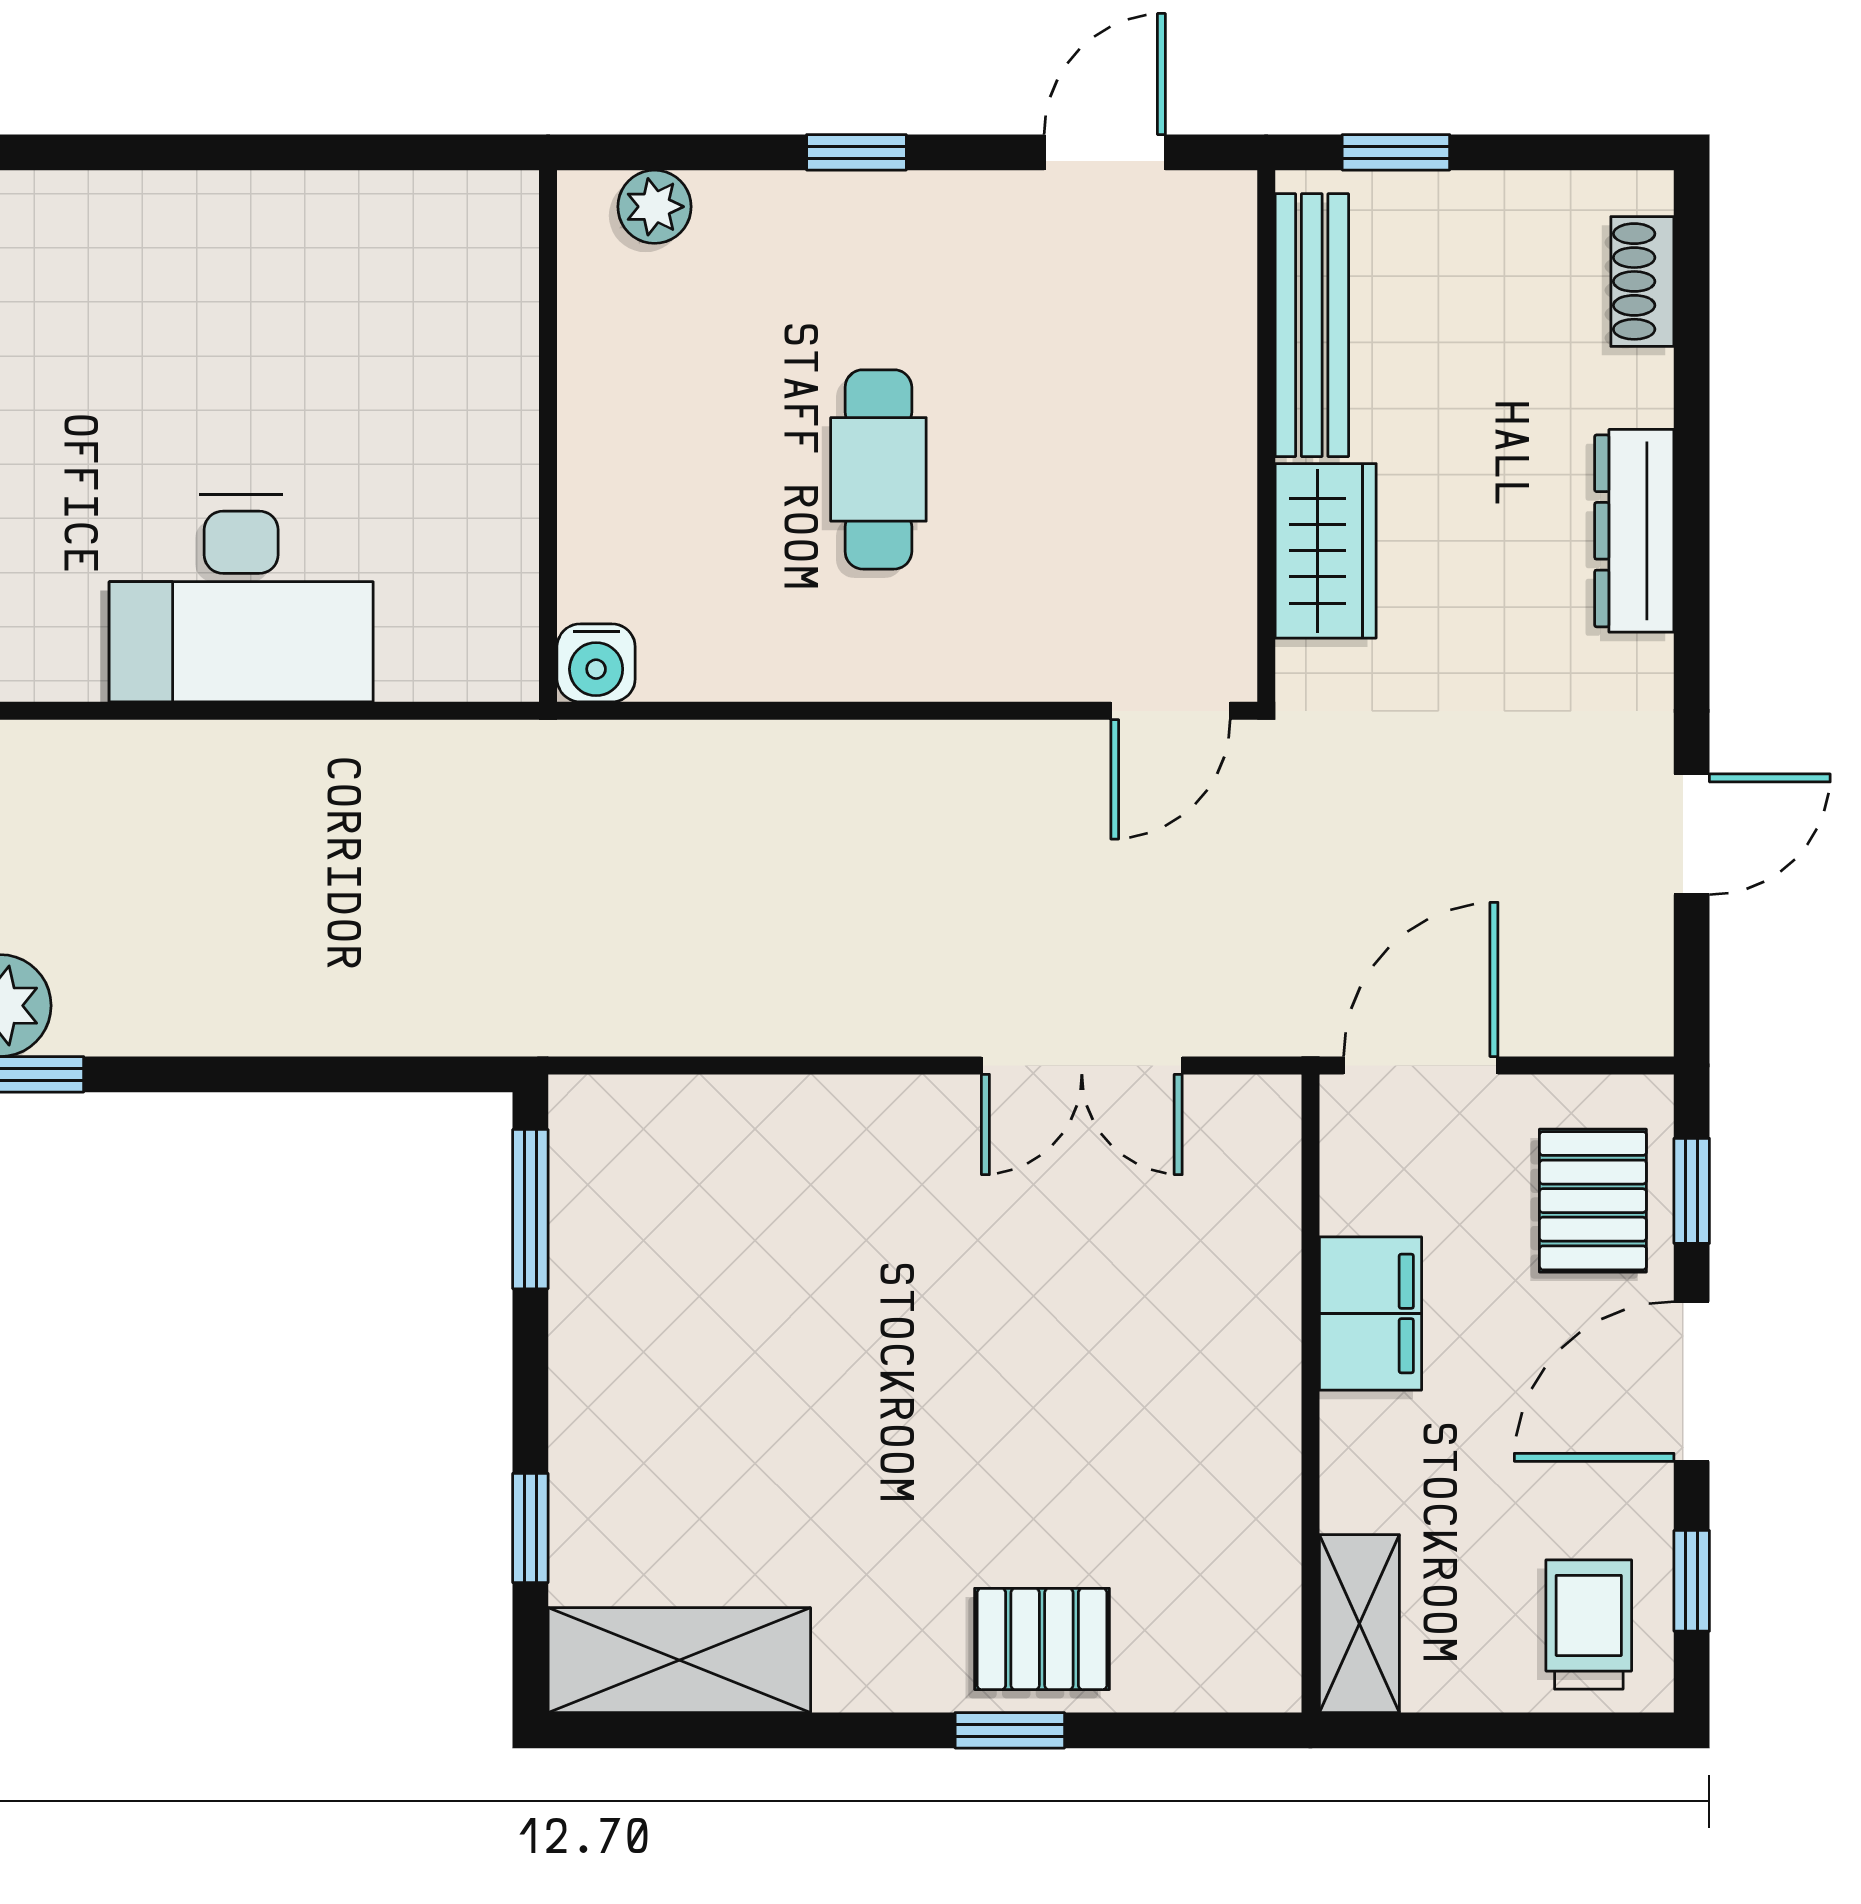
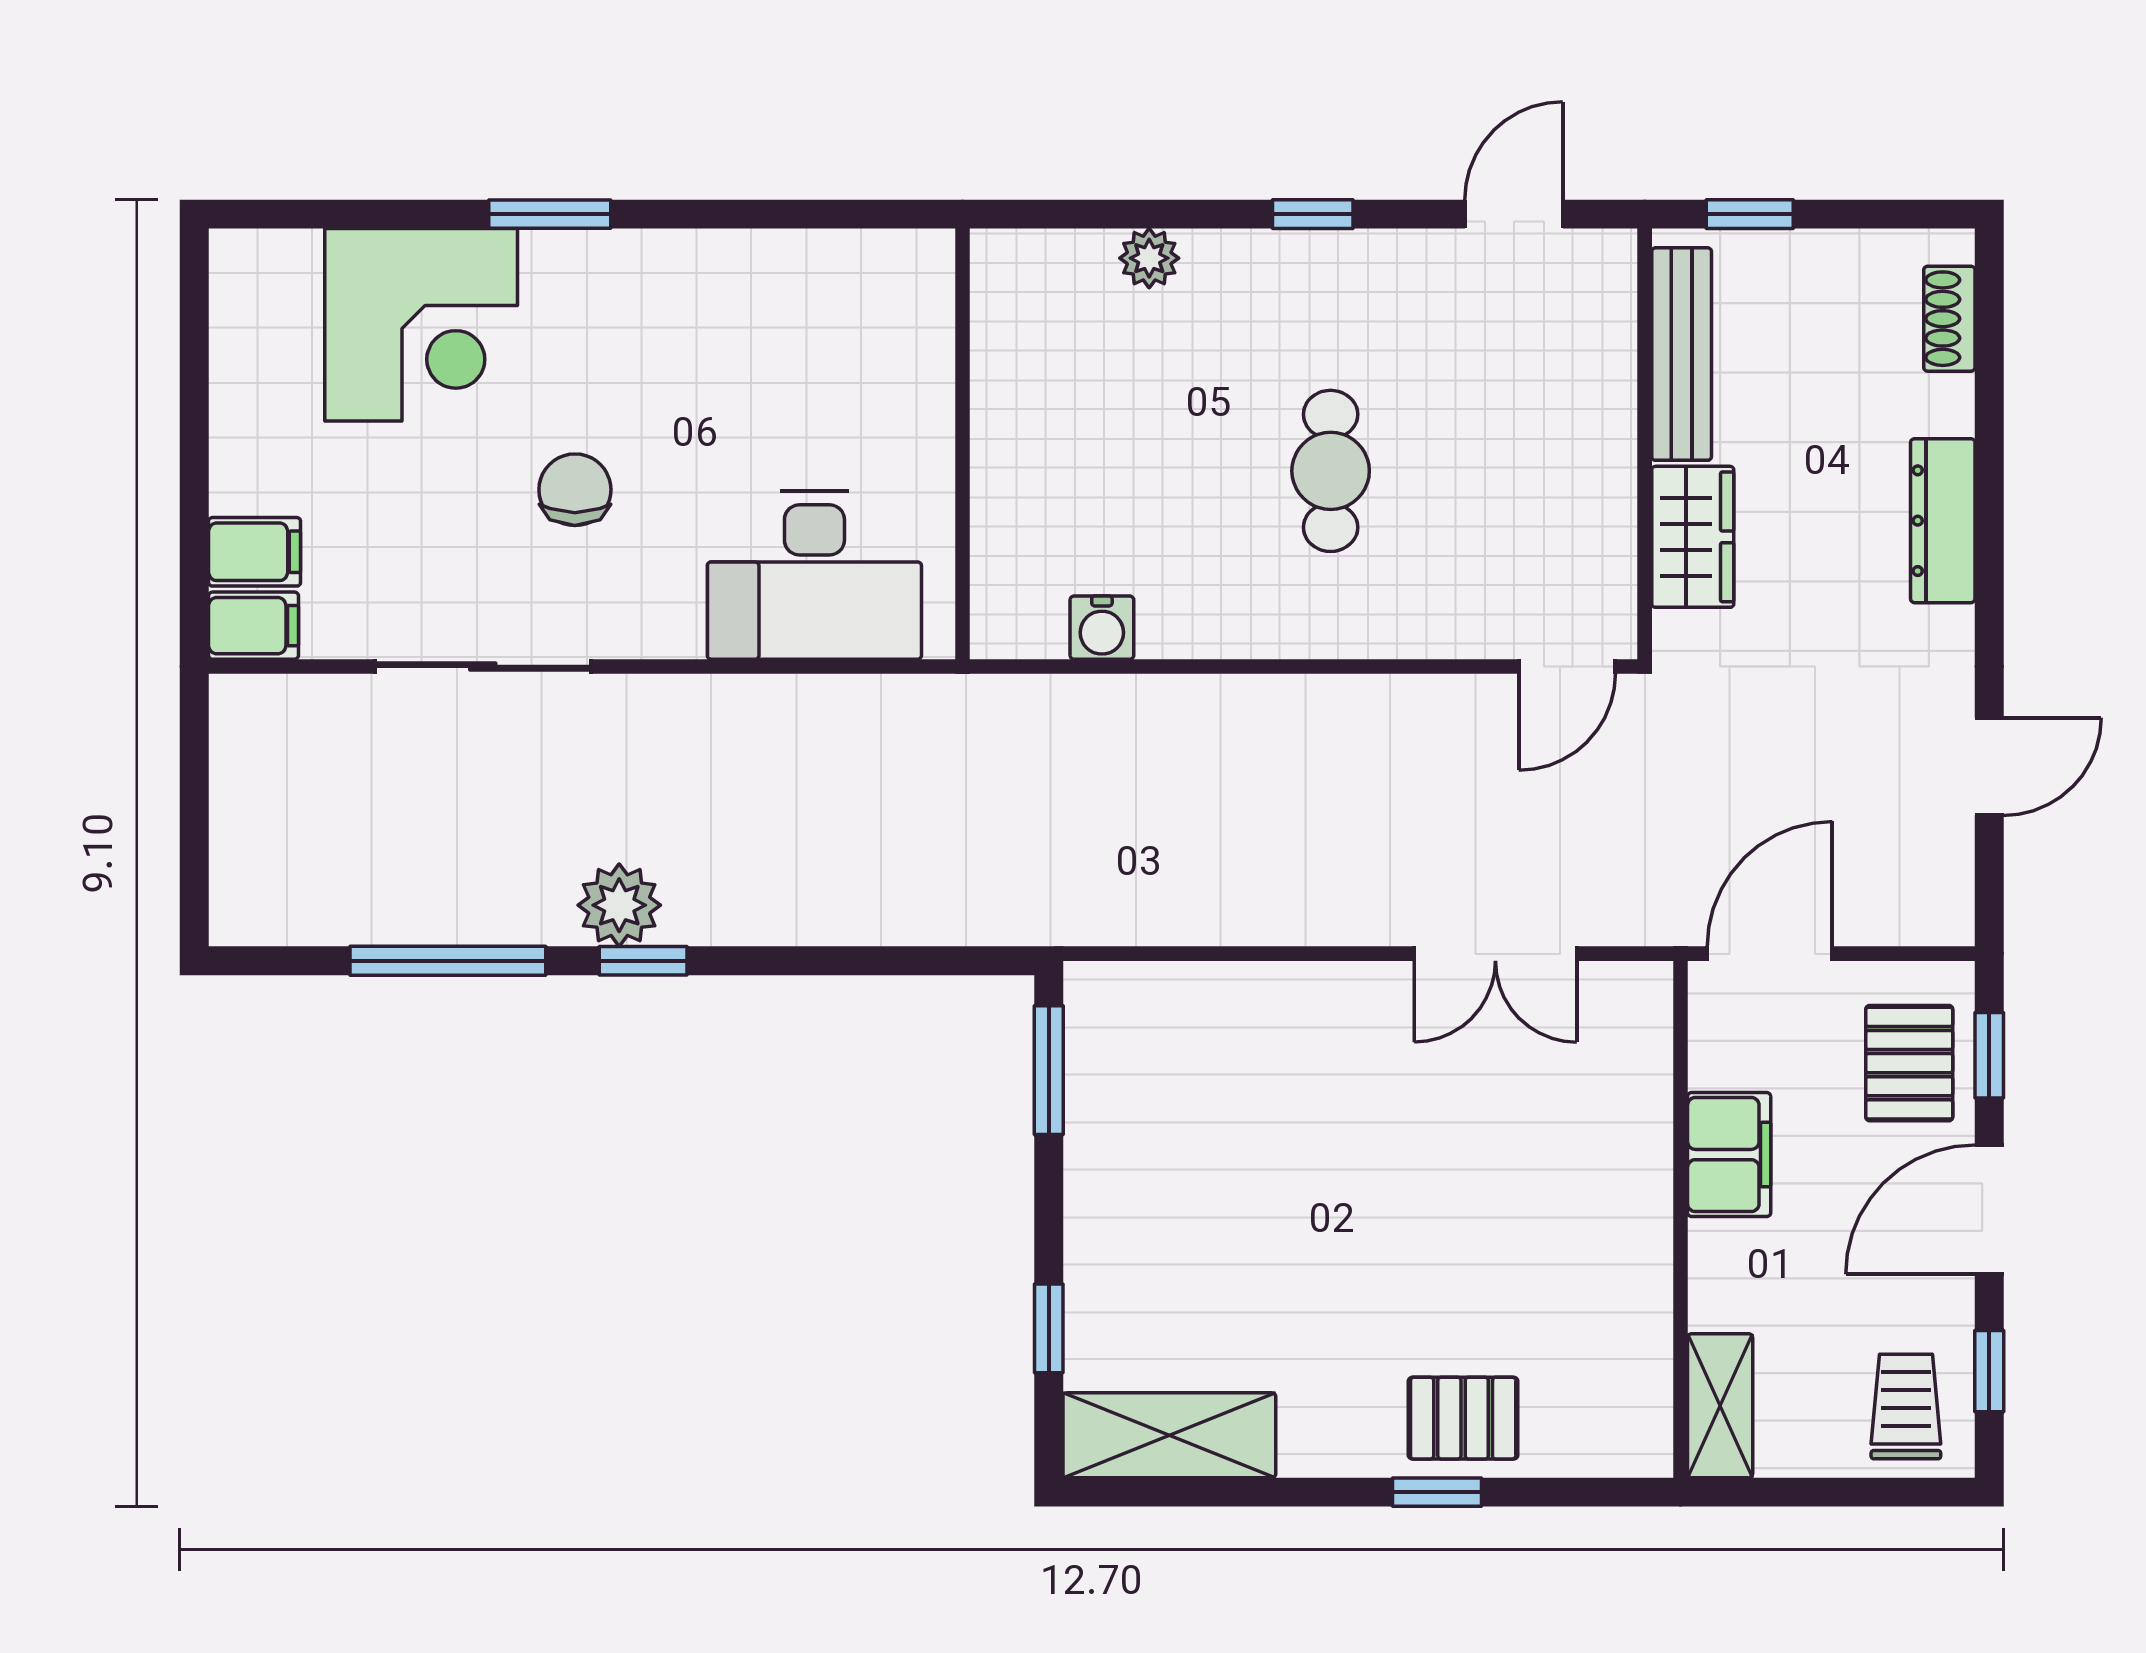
wall: (548, 436) -> (963, 444), moved

